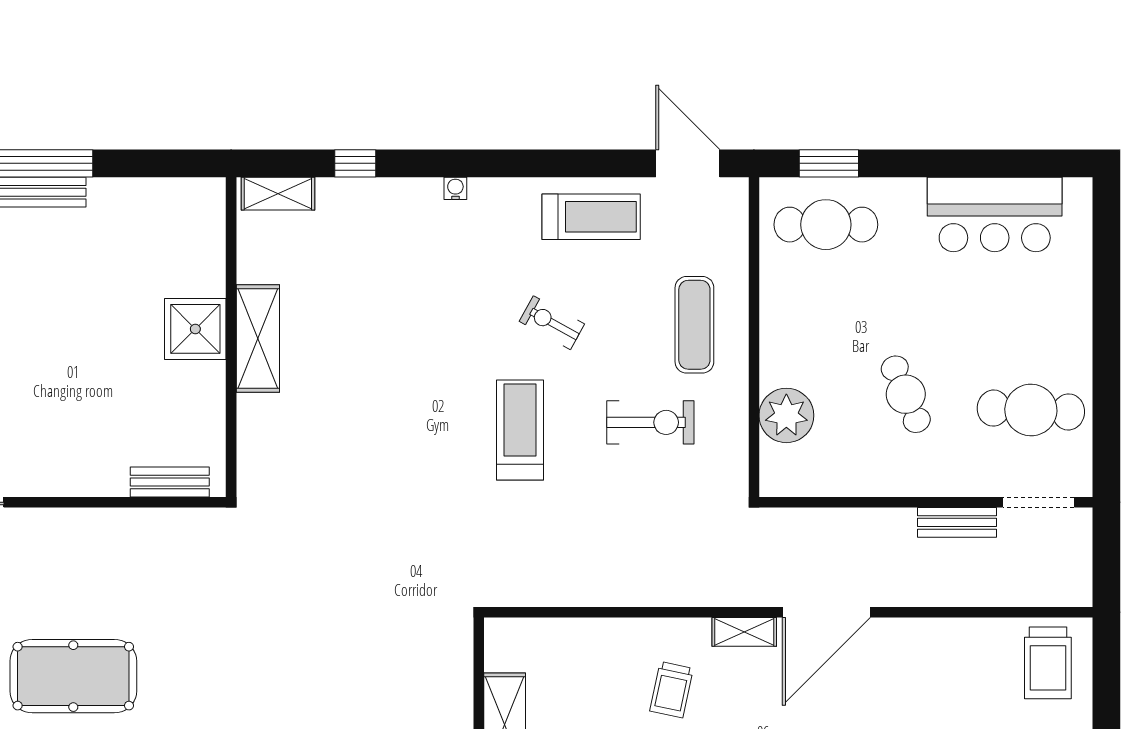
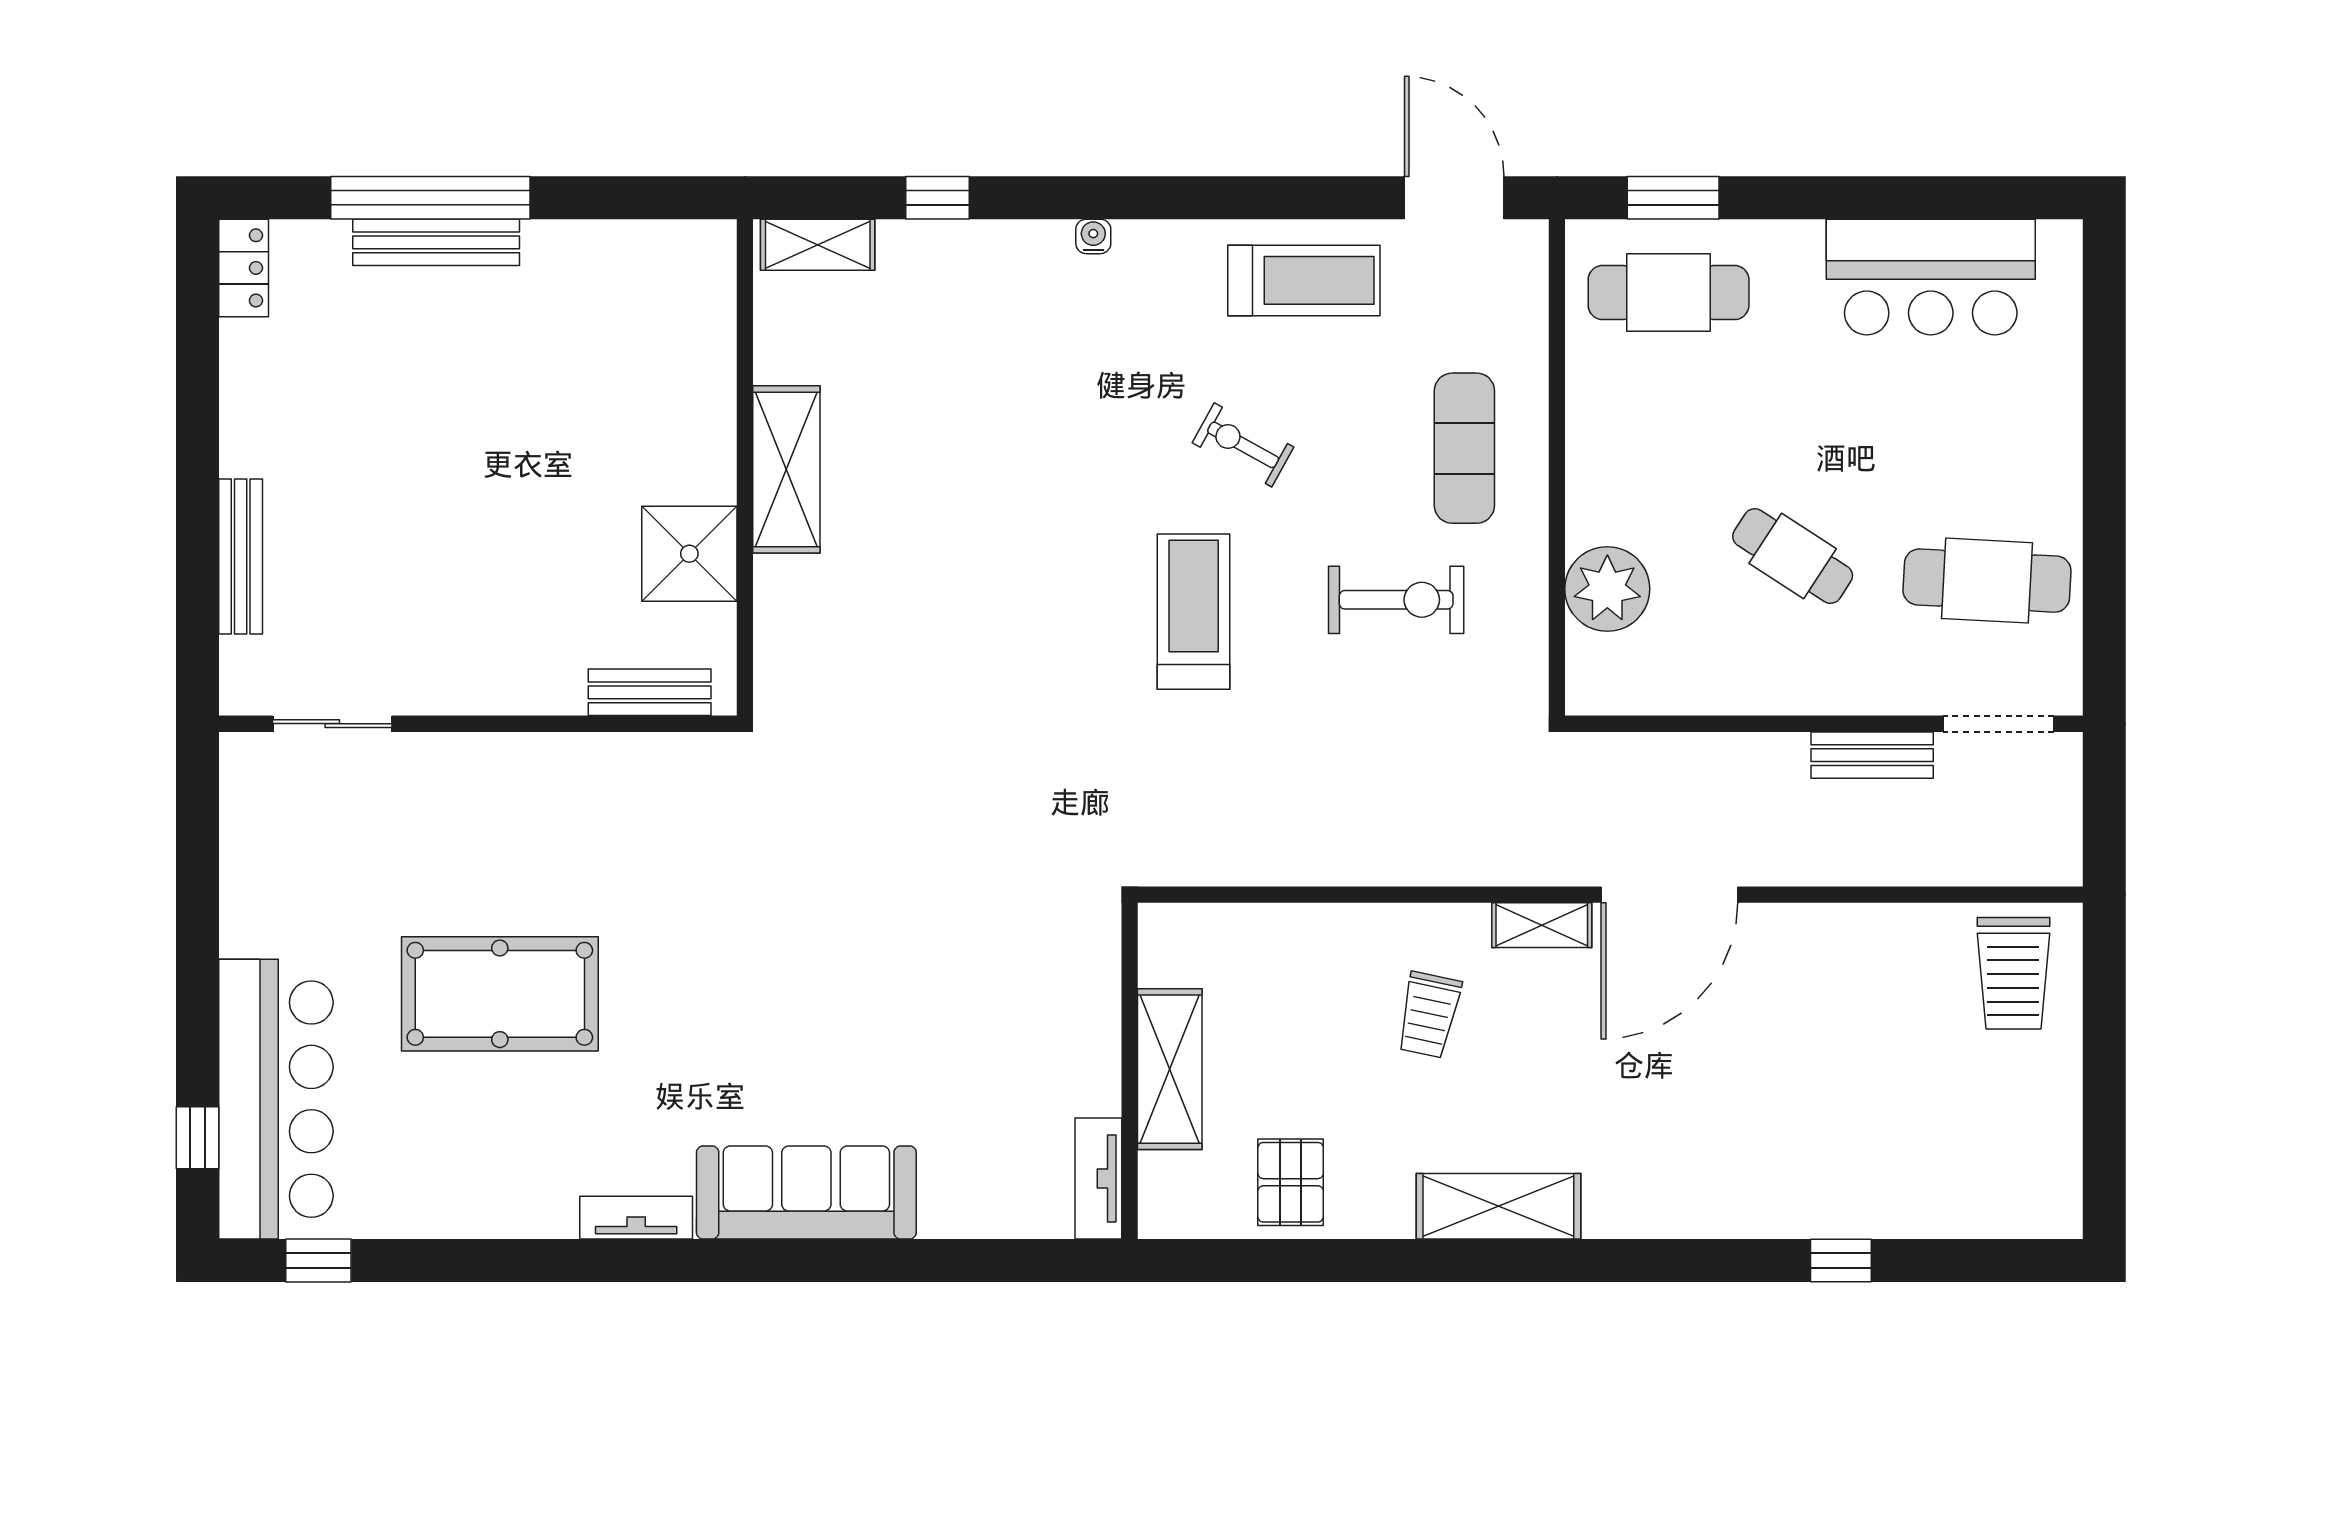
shower: (195, 329) -> (689, 554), moved
cafe table: (906, 394) -> (1793, 556), turned -34

